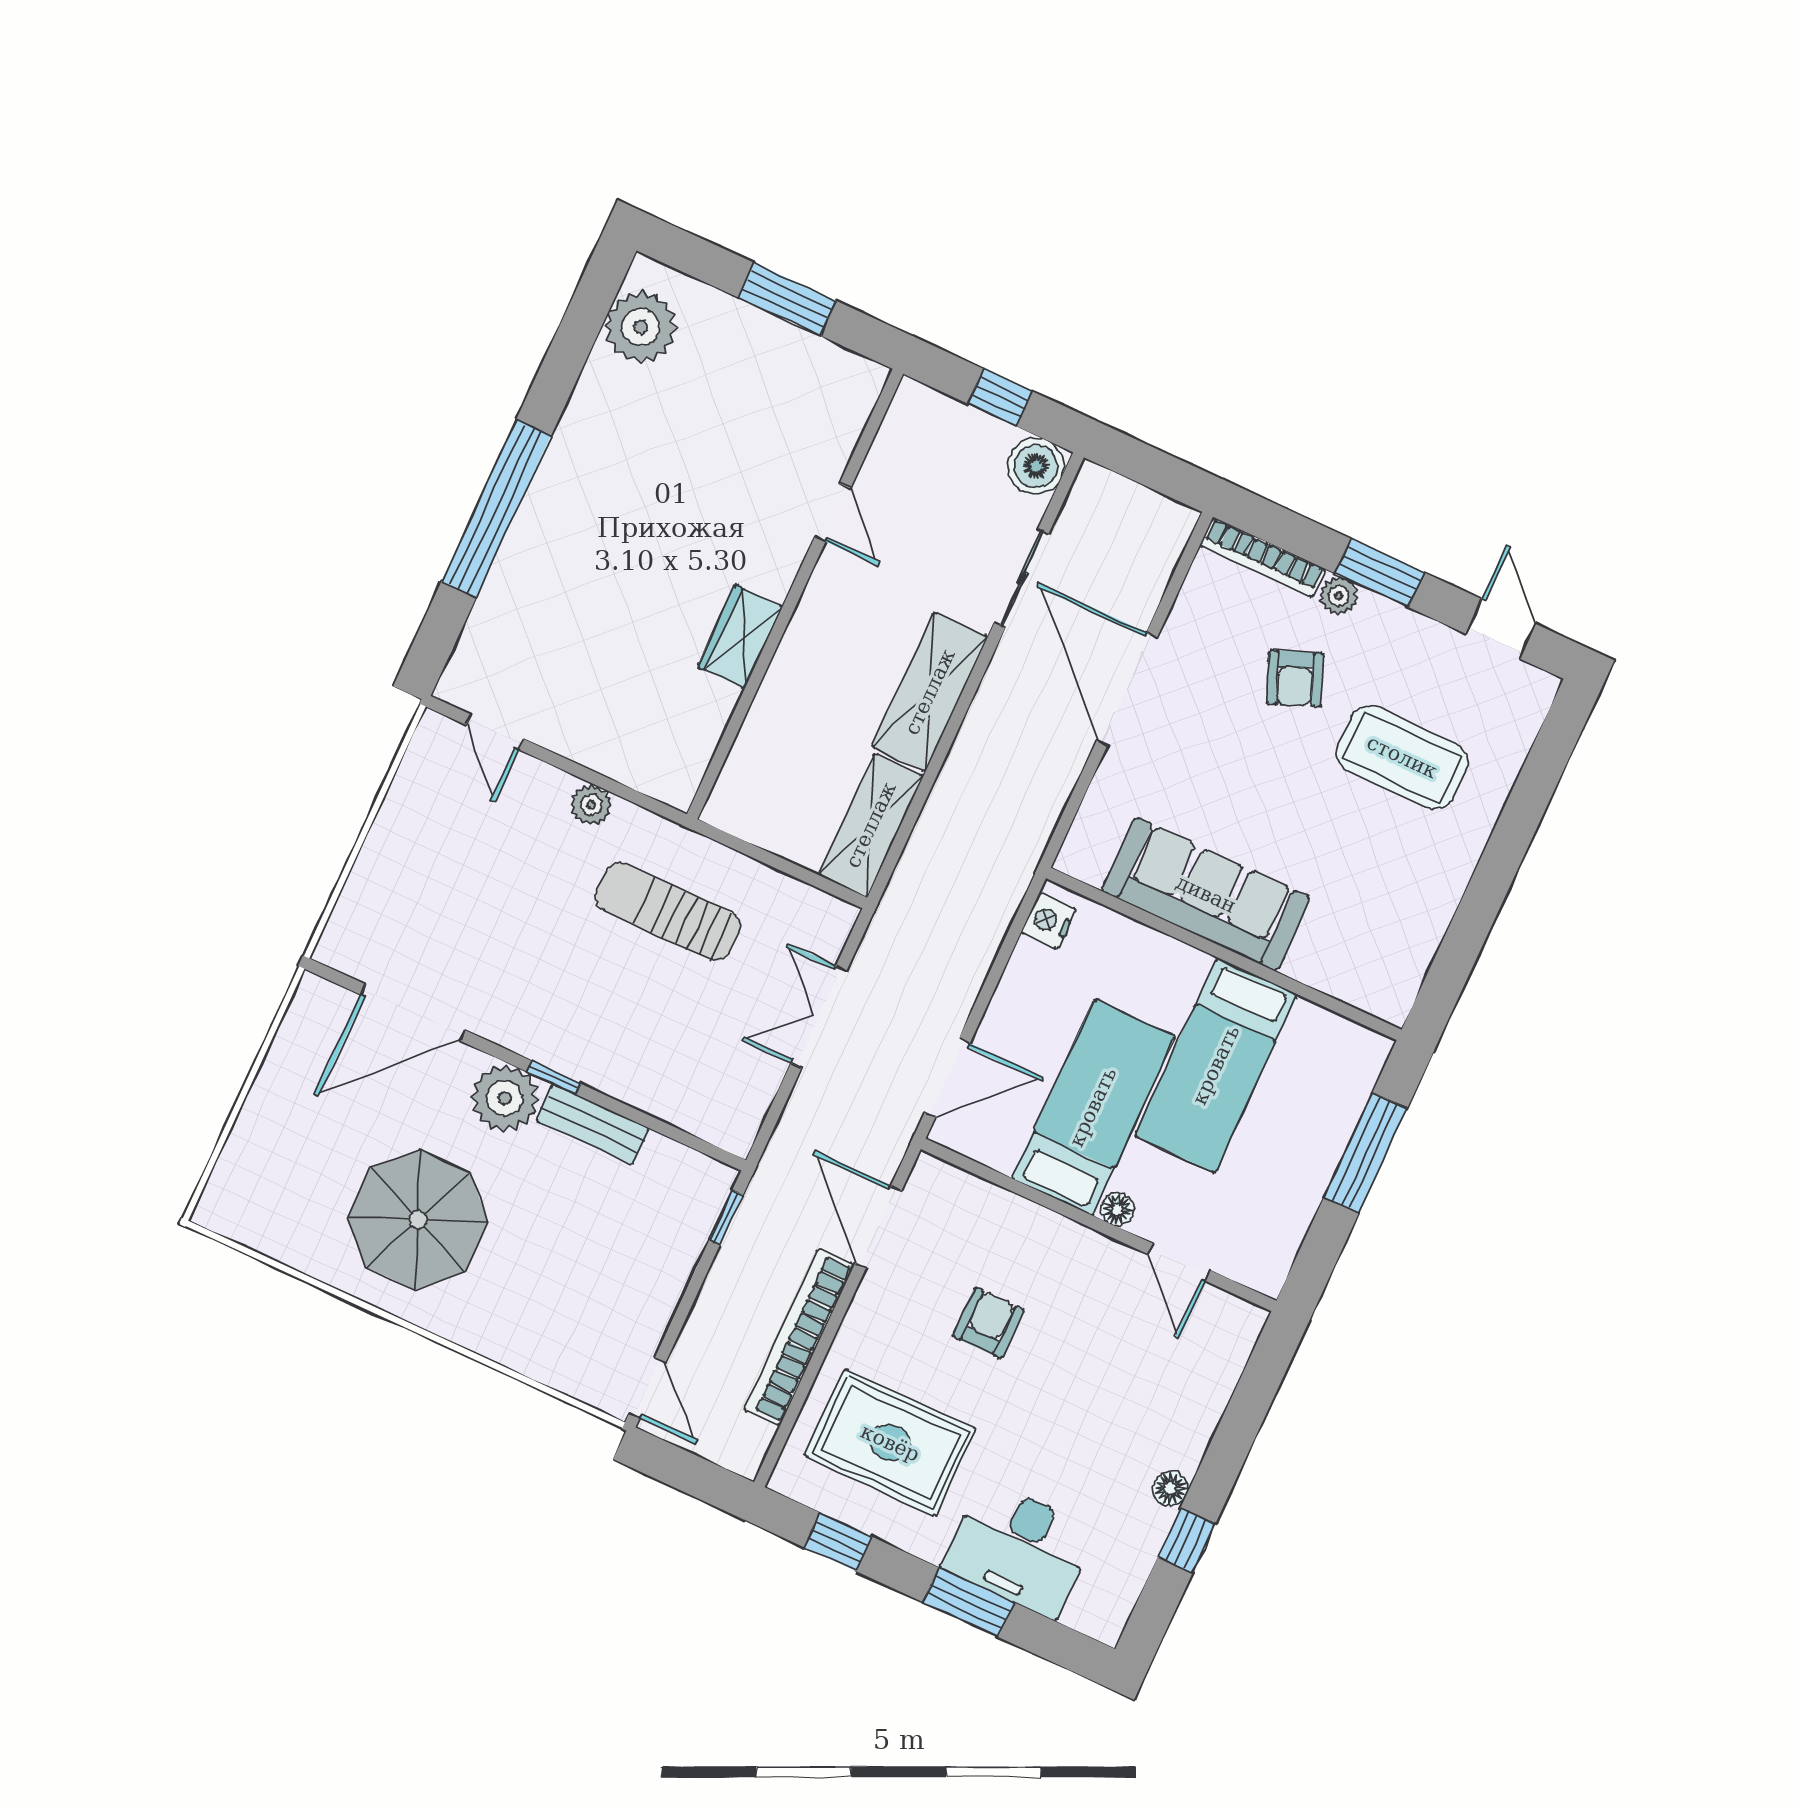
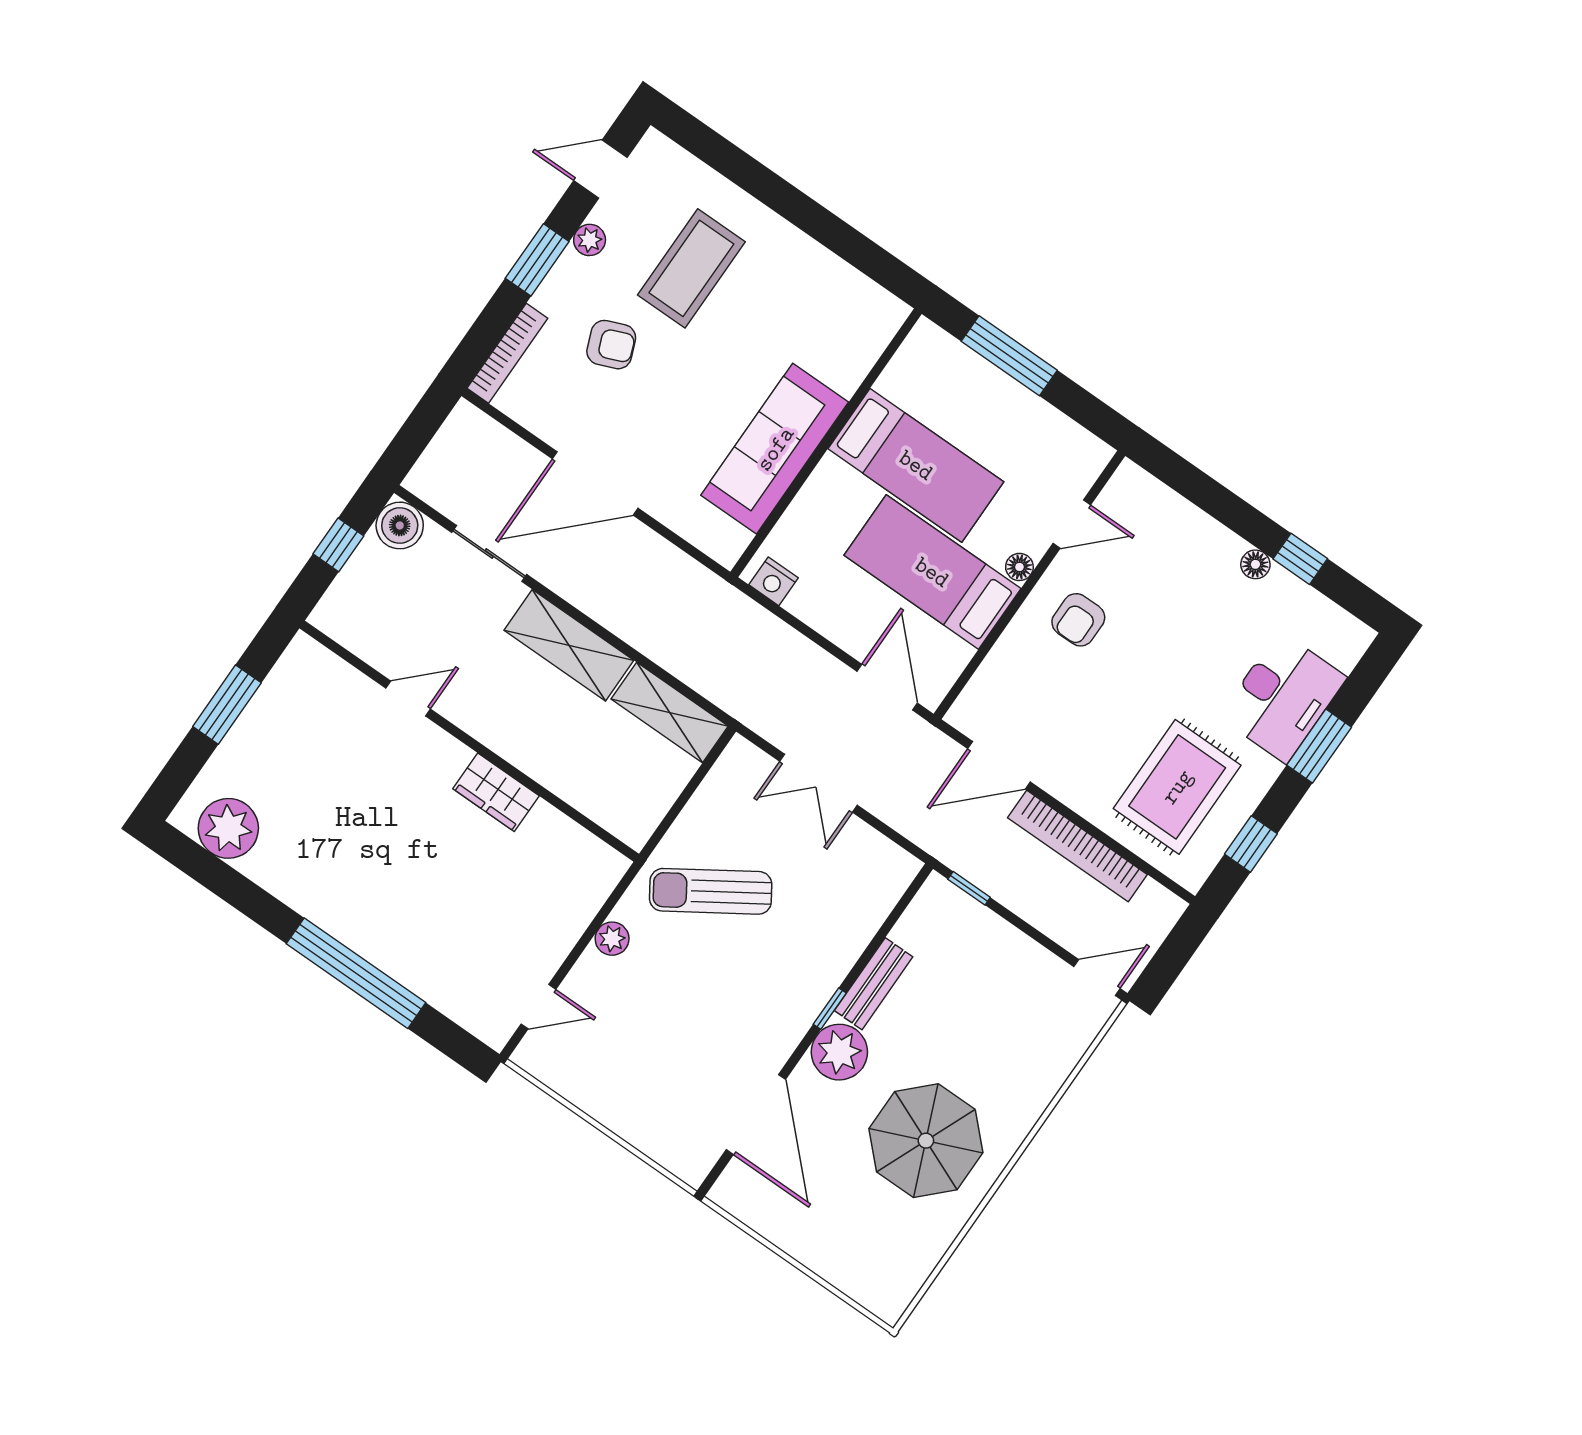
plant: (1339, 596) -> (590, 240), moved
sun lounger: (668, 912) -> (711, 891), turned 57
armchair: (988, 1323) -> (1078, 620), moved, turned -90

